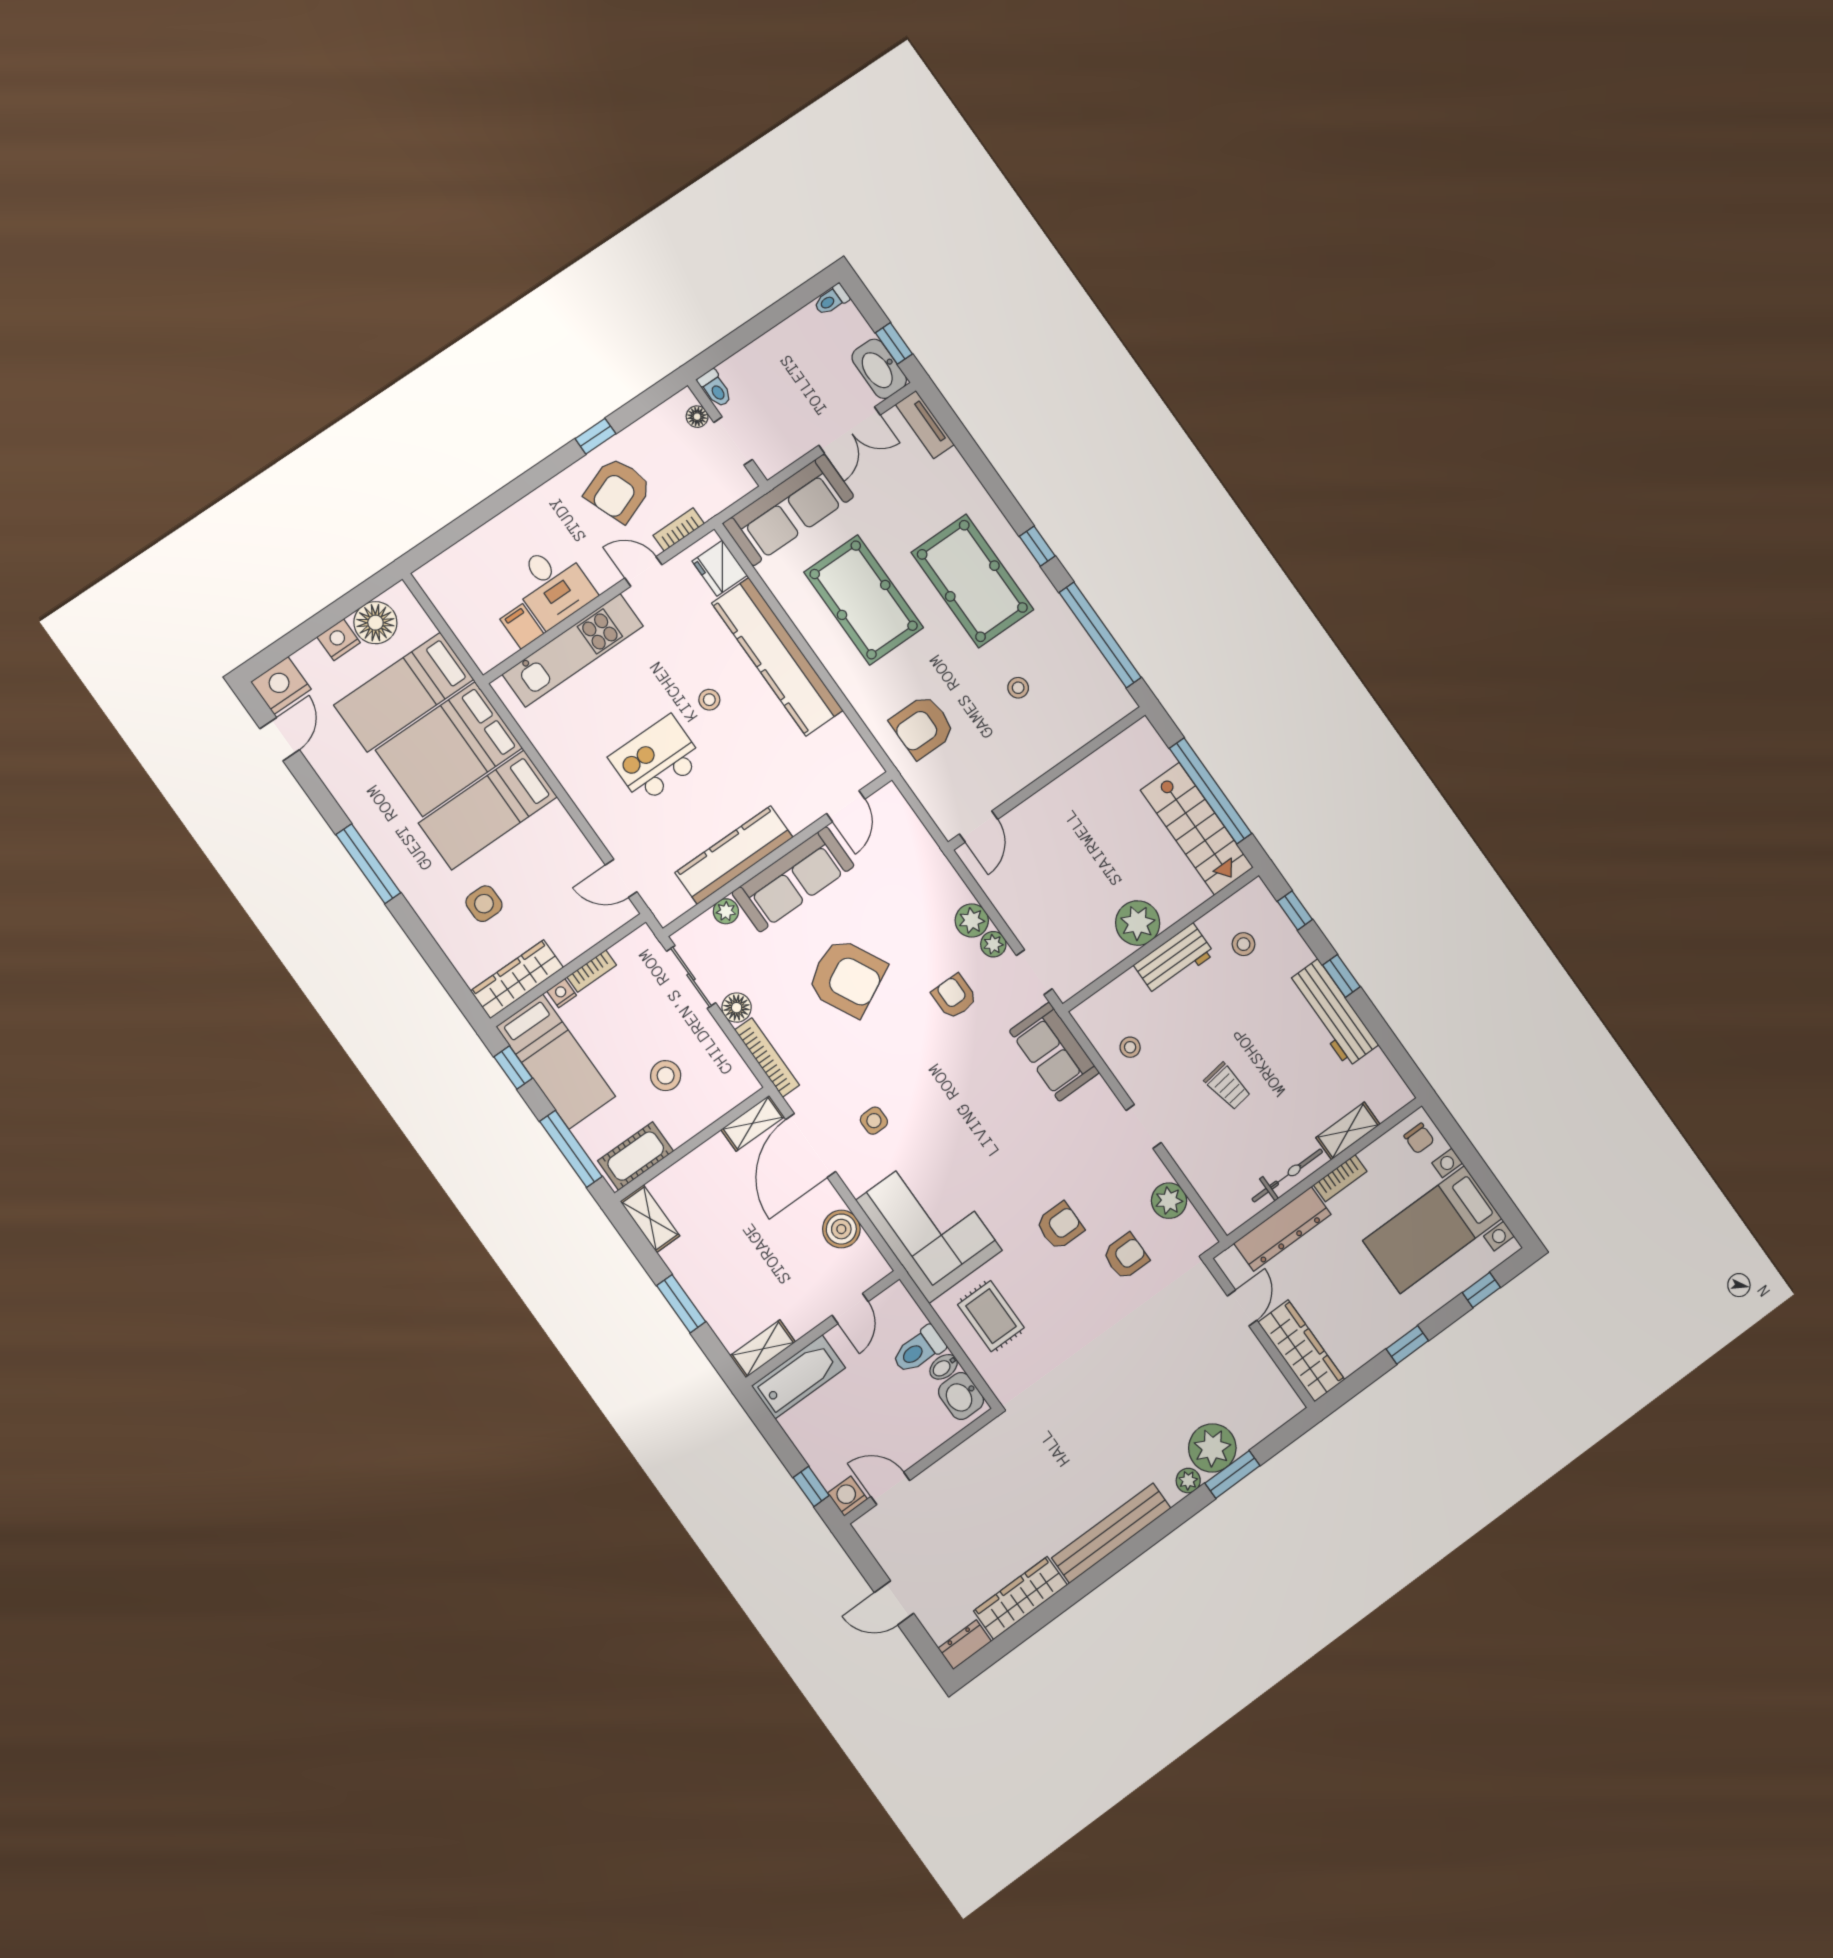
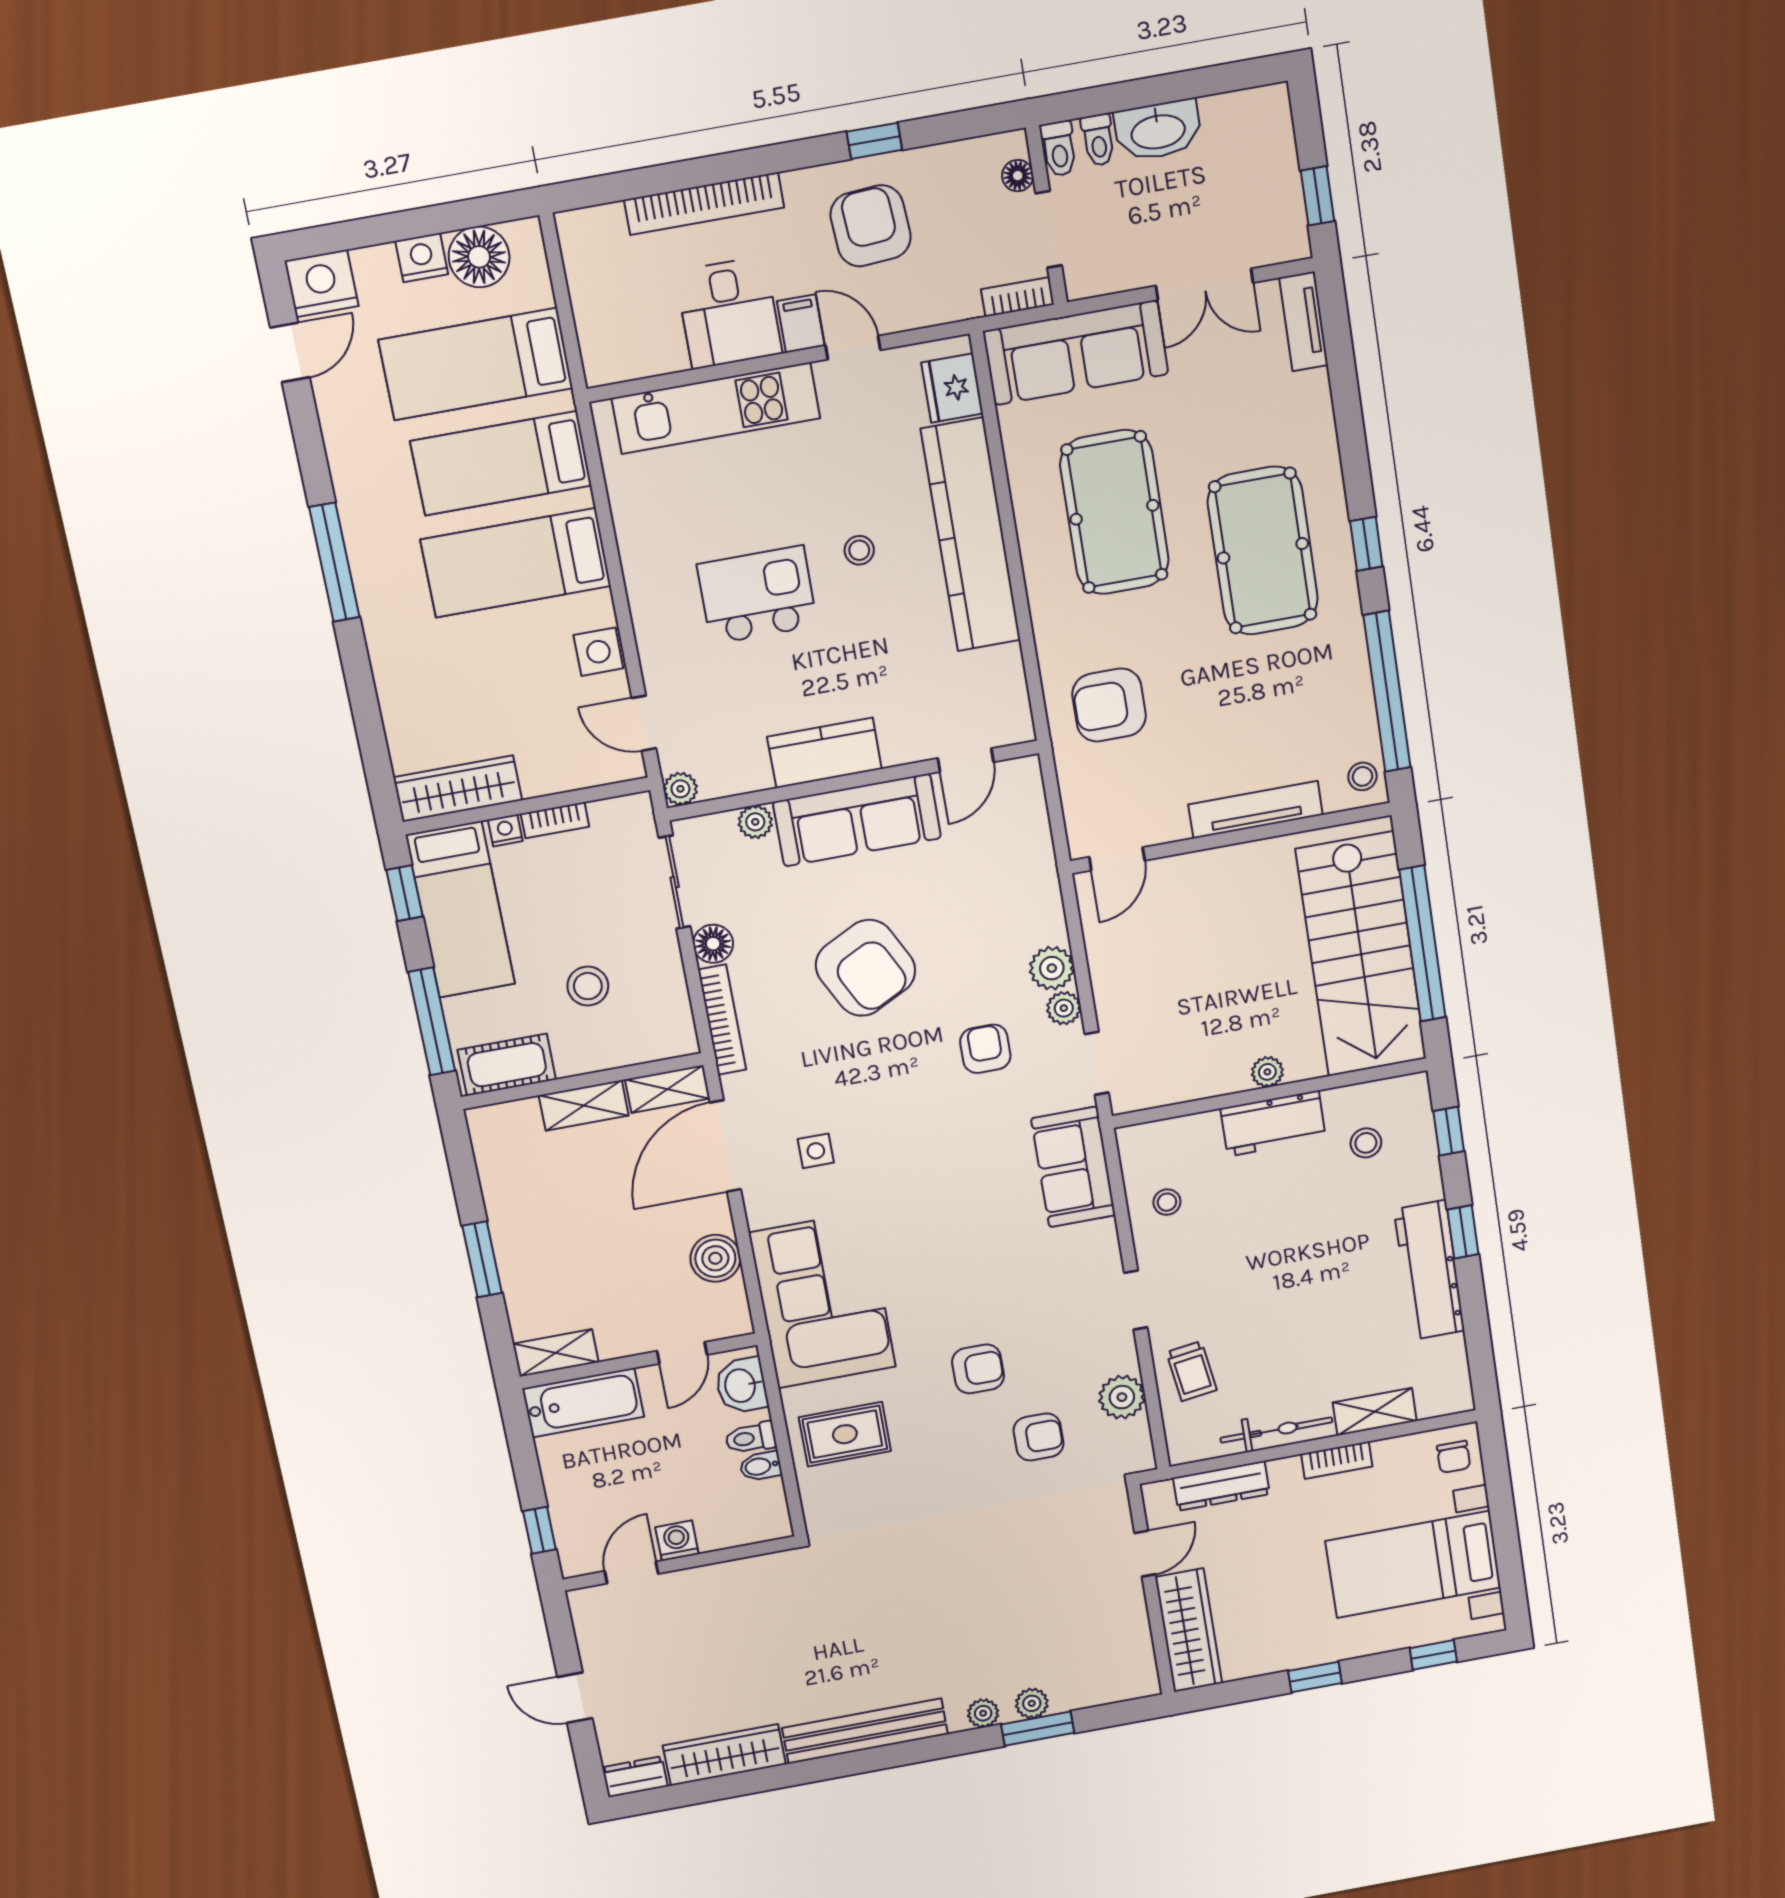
toilet: (831, 300) -> (1098, 140), moved, turned -90
washbasin: (879, 369) -> (1158, 130), moved, turned -90
armchair: (618, 490) -> (871, 226), turned 107
bookcase: (505, 524) -> (704, 204), added
bookcase: (679, 530) -> (1018, 297), moved
filing cabinet: (522, 626) -> (801, 324), moved
stool: (1018, 688) -> (1362, 776), moved
bed: (449, 749) -> (501, 463), width x0.67
tv unit: (1054, 752) -> (1255, 810), added
stairs: (1197, 829) -> (1361, 954), width x1.36, depth x1.51
kitchen counter: (734, 855) -> (824, 753), width x0.67
side table: (484, 904) -> (598, 652), moved
plant: (666, 912) -> (680, 789), added
plant: (1138, 923) -> (1267, 1072), width x0.53, depth x0.53
trolley: (1227, 1086) -> (1192, 1371), moved
shelving: (650, 1219) -> (584, 1105), moved, turned 90
dresser: (1282, 1229) -> (1221, 1486), width x0.73, depth x0.80
rug: (991, 1316) -> (845, 1434), turned 90
toilet: (919, 1350) -> (751, 1438), width x0.73, depth x0.72
washbasin: (961, 1396) -> (741, 1385), moved
plant: (1212, 1448) -> (1032, 1703), width x0.53, depth x0.53
door: (890, 1488) -> (631, 1572), hinge flipped
washing machine: (848, 1496) -> (677, 1541), moved

